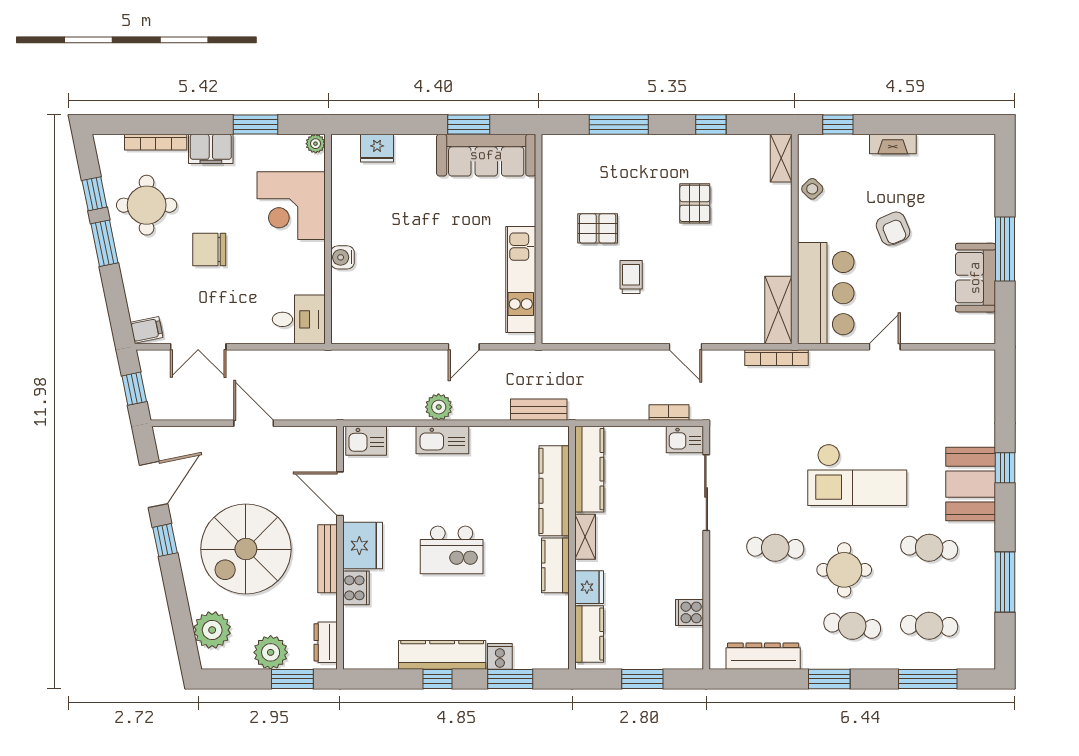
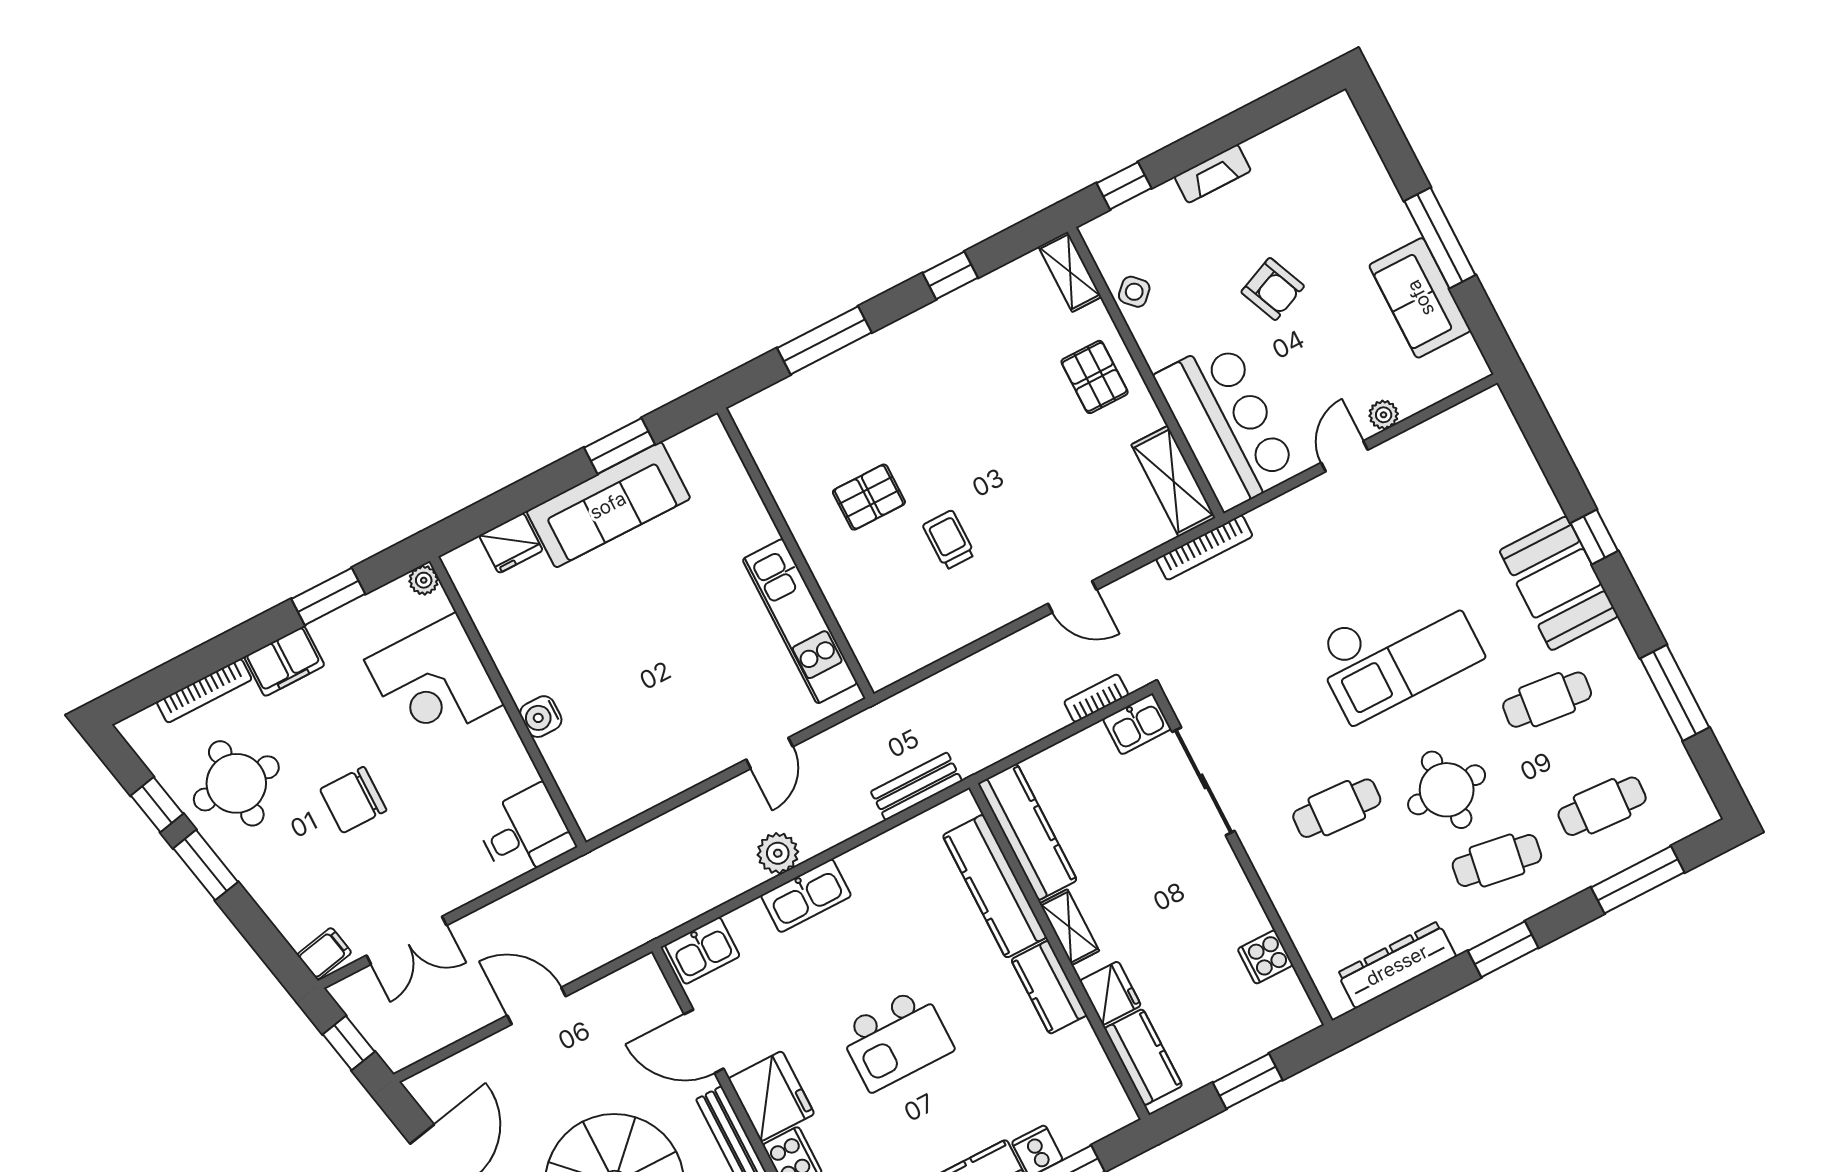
sofa: (486, 155) -> (608, 505), moved
pallet: (695, 203) -> (1095, 377), moved
plant: (920, 334) -> (1384, 415), added

